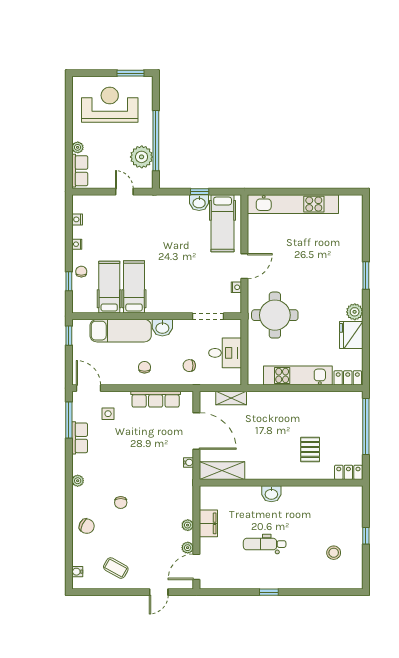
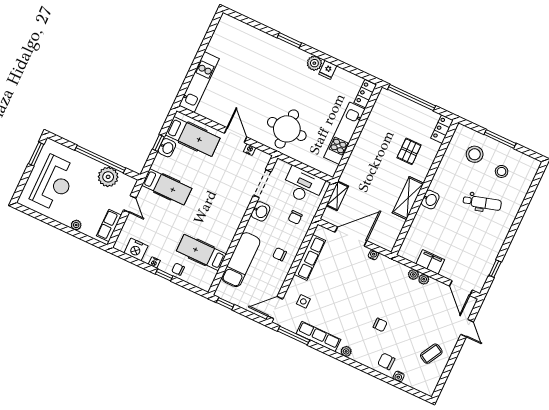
reception desk: (110, 105) -> (54, 183), turned 180
row of seats: (80, 171) -> (109, 226), moved, turned -90
door: (124, 192) -> (130, 204), swing flipped
kitchen unit: (293, 204) -> (199, 82), width x0.73
nightstand: (77, 219) -> (136, 249), width x1.89, depth x1.79
window: (69, 281) -> (164, 275), moved
hospital bed: (134, 287) -> (167, 187), moved, turned 180
washbasin: (162, 328) -> (261, 211), moved
fridge: (351, 335) -> (328, 70), width x0.53, depth x0.75
desk: (225, 353) -> (303, 186), width x1.37
row of seats: (80, 438) -> (318, 337), width x1.48
pallet: (310, 449) -> (409, 151), turned 90
shelving: (222, 471) -> (408, 198), moved
stool: (338, 517) -> (475, 154), added
chair: (87, 526) -> (386, 361), turned -114
window: (366, 536) -> (500, 139), width x2.17
dental chair: (265, 544) -> (482, 203), moved, turned -106
plant: (188, 548) -> (413, 274), moved
water cooler: (77, 572) -> (399, 377), moved
window: (269, 592) -> (495, 269), moved

